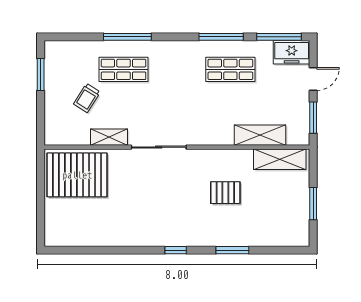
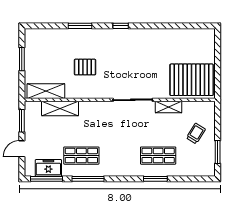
window: (127, 37) -> (155, 179), width x0.69
freezer: (292, 52) -> (48, 168), moved
trolley: (87, 98) -> (196, 133), moved

